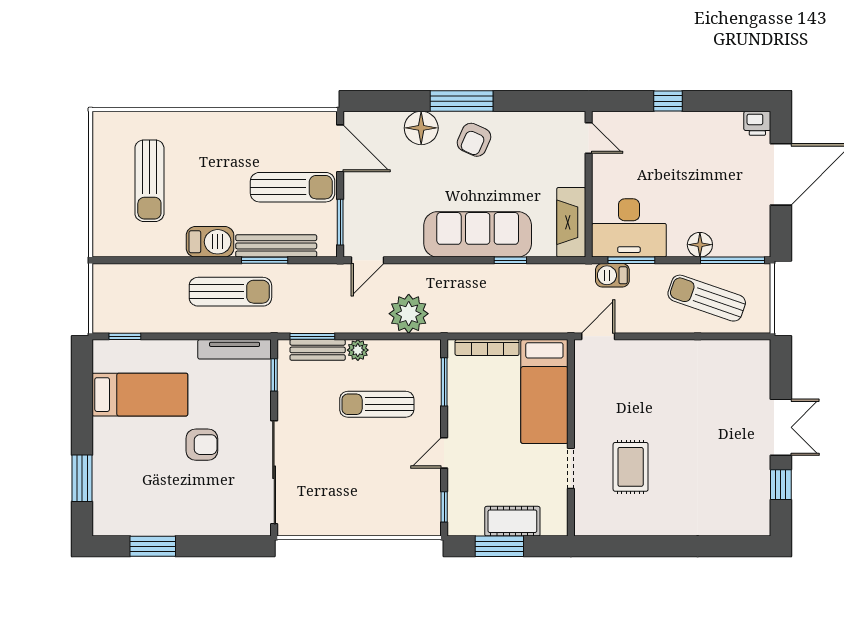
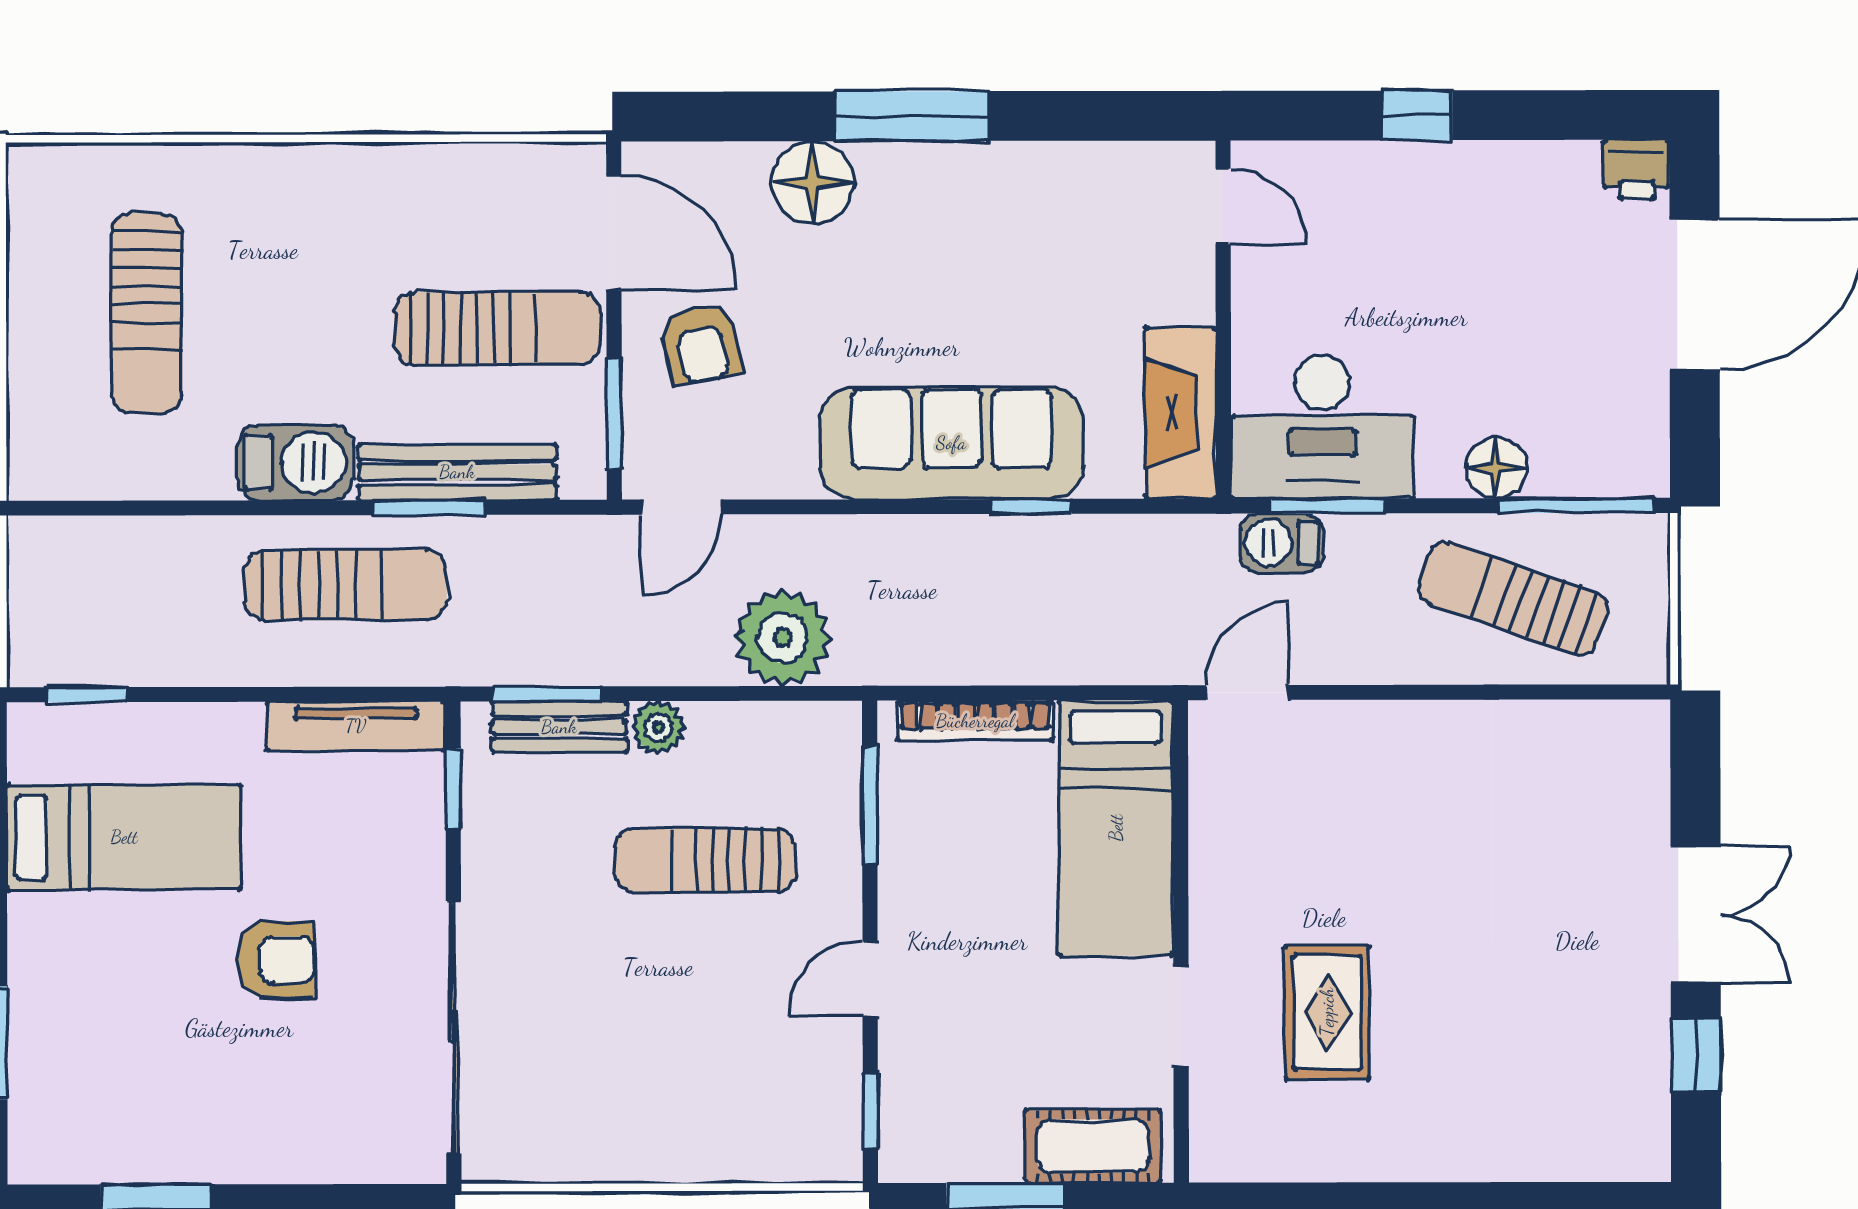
armchair: (474, 140) -> (701, 345), moved, turned -36
cot: (512, 521) -> (1093, 1146), moved

